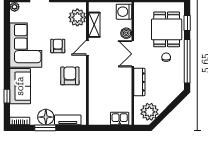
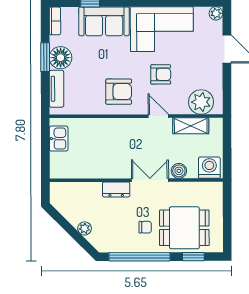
dresser: (139, 82) -> (116, 189), width x0.70
plant: (149, 112) -> (85, 228), moved, width x0.53, depth x0.53
kitchen sink: (120, 118) -> (59, 139), moved

